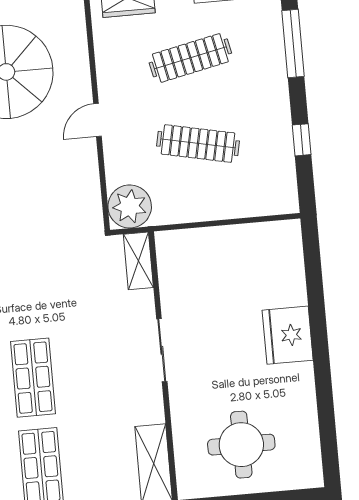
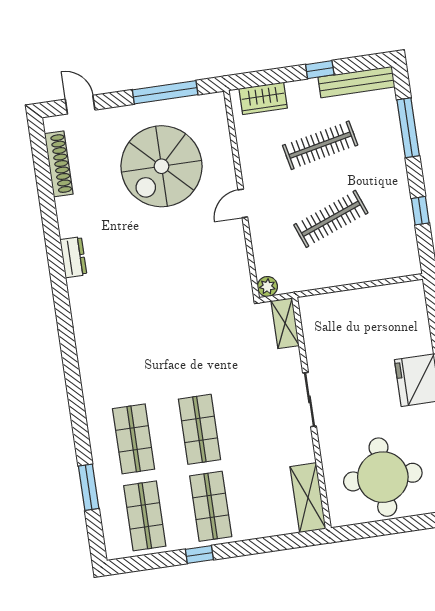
clothes rail: (198, 144) -> (331, 219), turned -33
plant: (130, 206) -> (267, 287), width x0.53, depth x0.53
round table: (241, 445) -> (383, 477), width x1.36, depth x1.36

